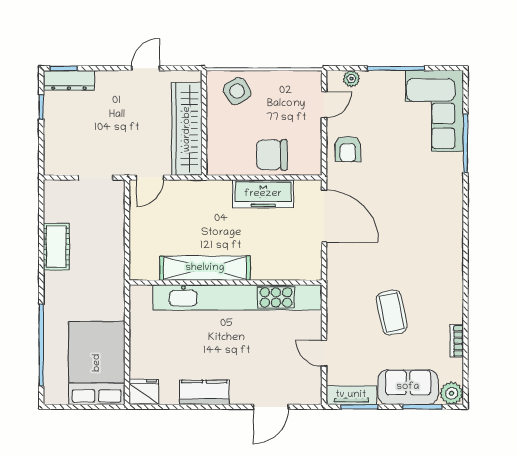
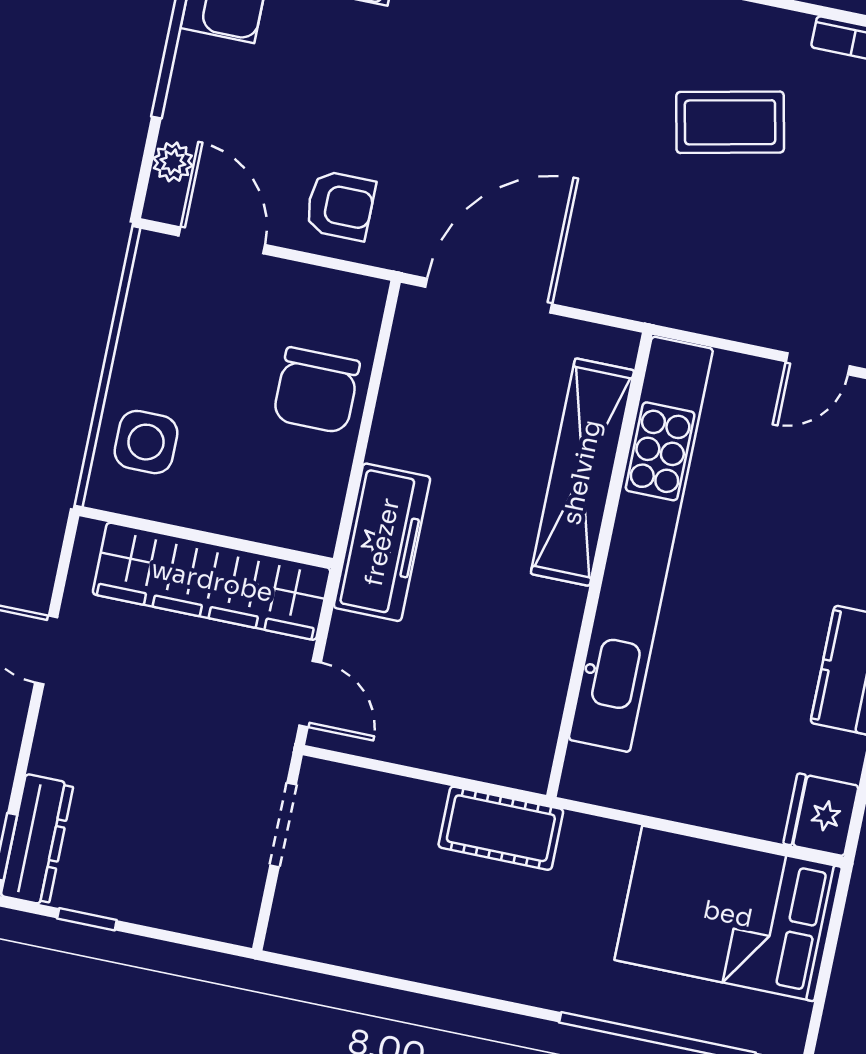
side table: (237, 91) -> (146, 442), turned 33
door: (324, 105) -> (222, 240), width x1.38
freezer: (263, 194) -> (382, 542), moved
cot: (56, 247) -> (501, 828), moved
shelving: (205, 268) -> (582, 472), moved
coffee table: (392, 313) -> (730, 122), moved

